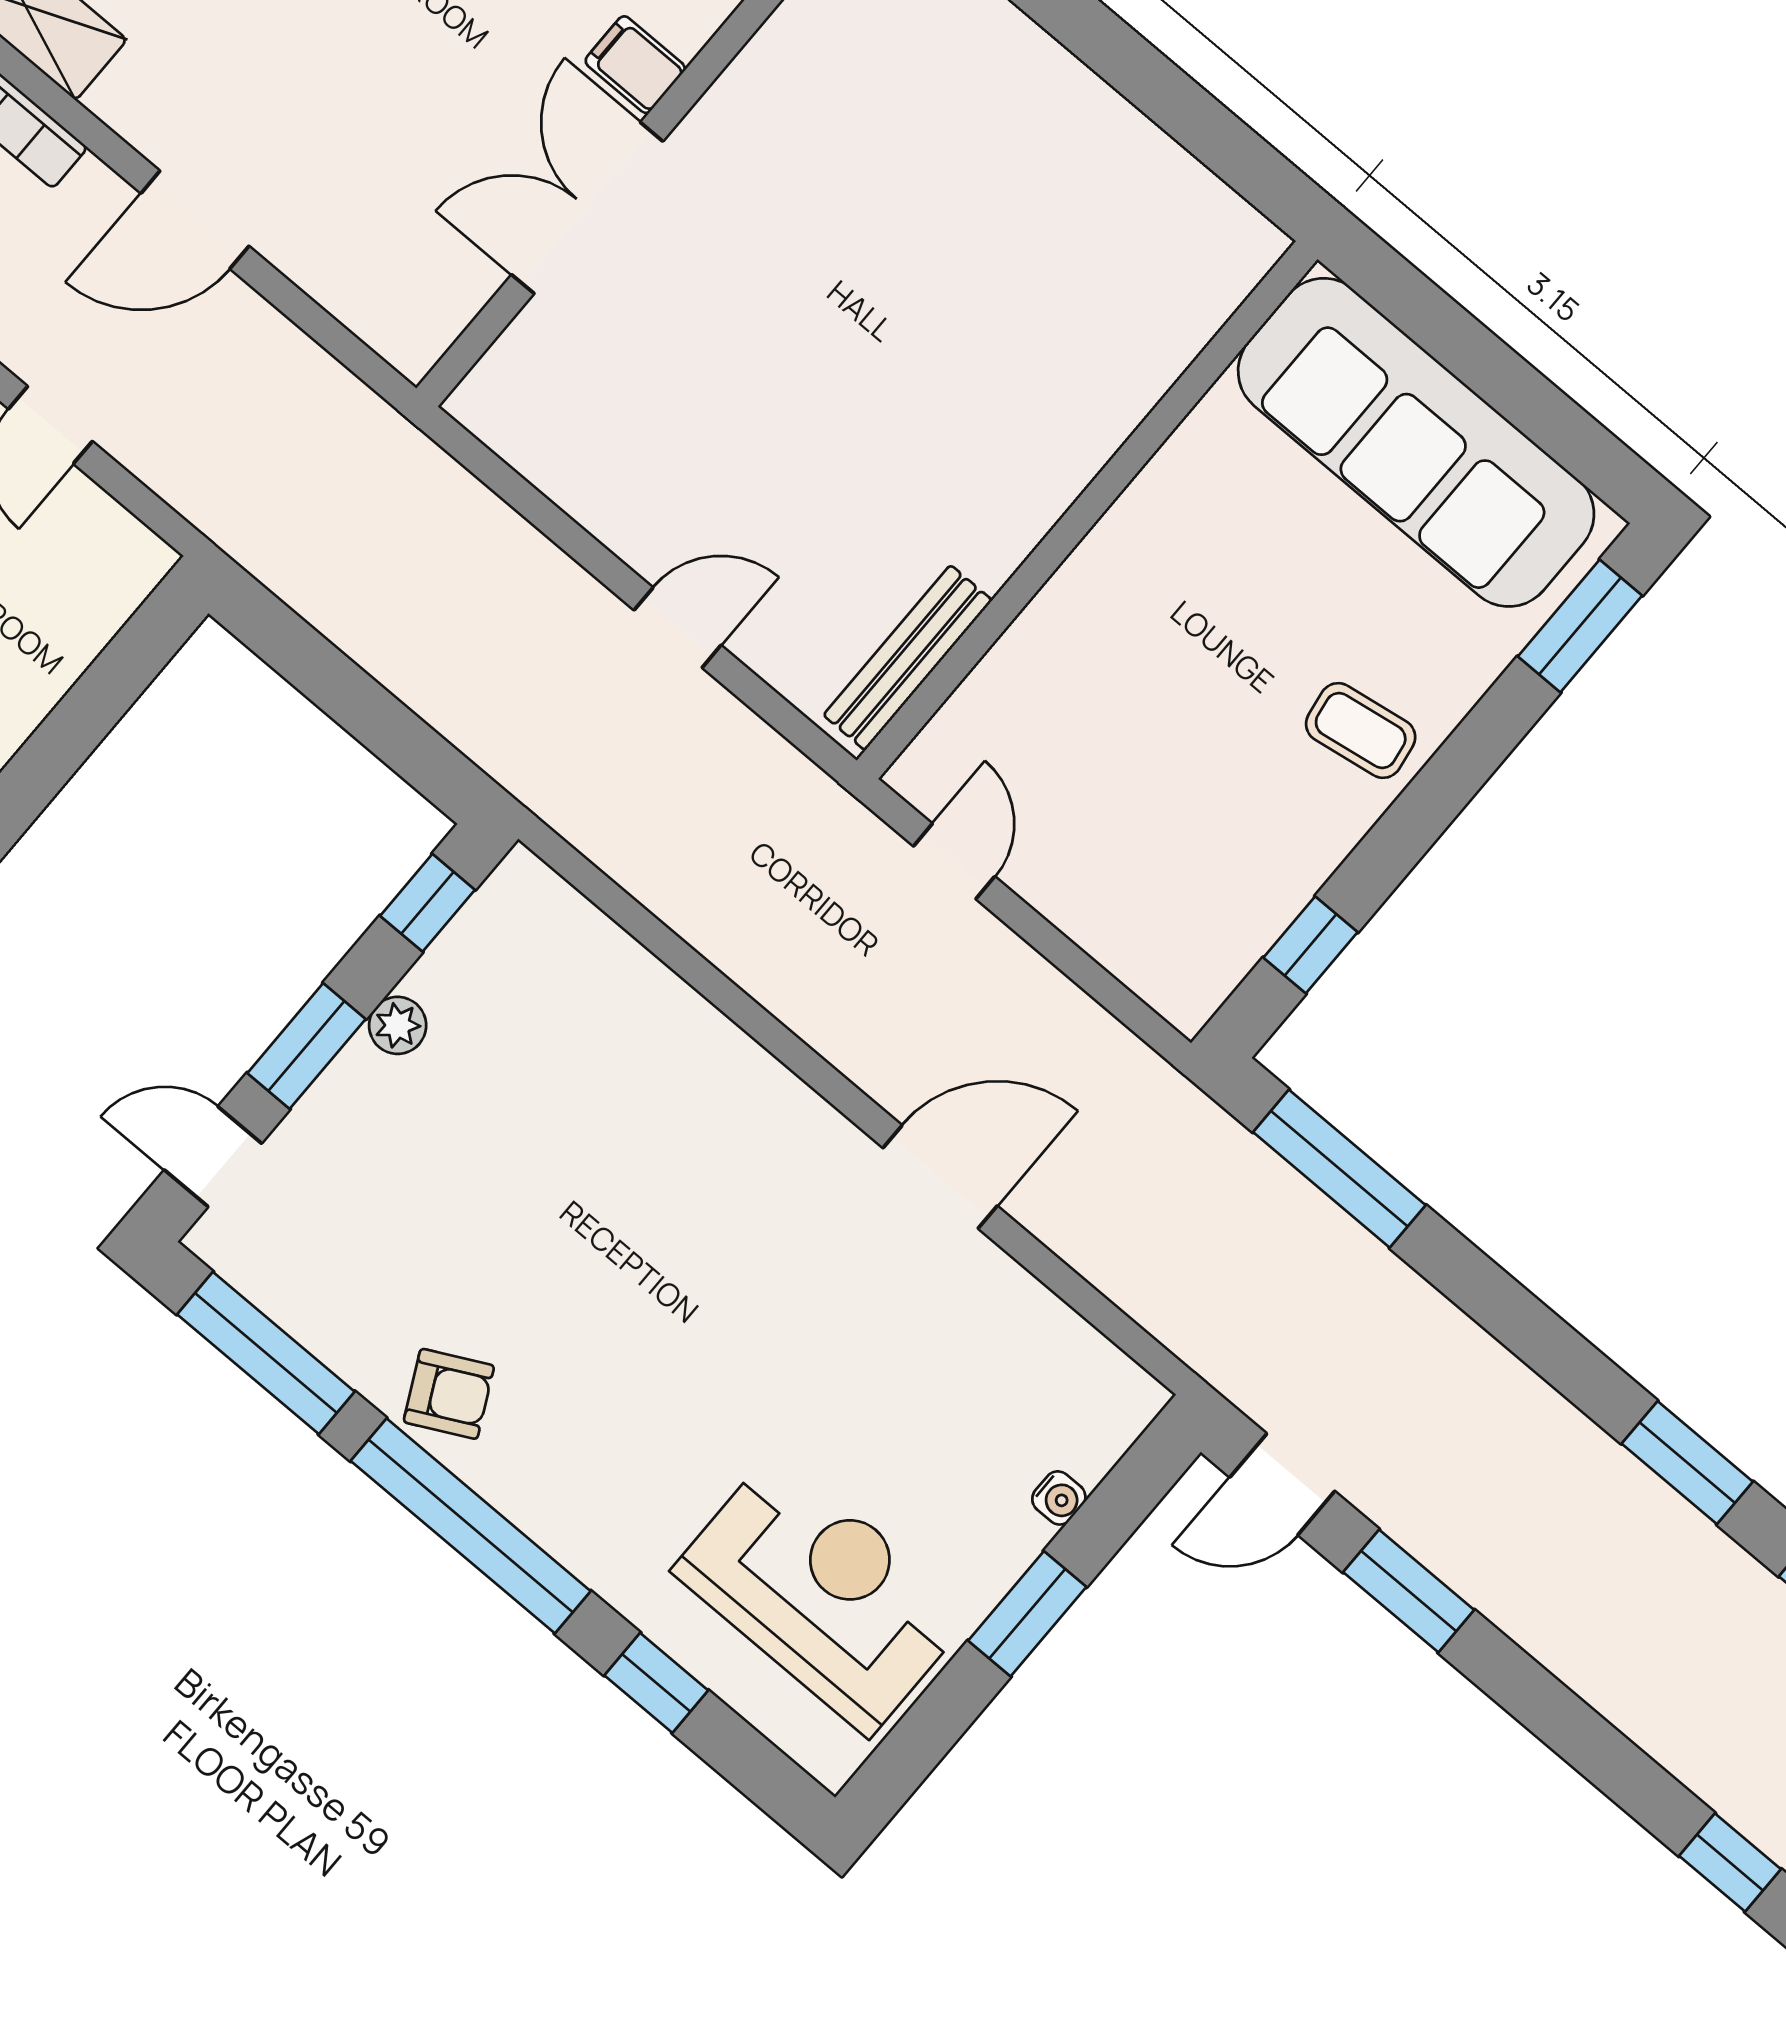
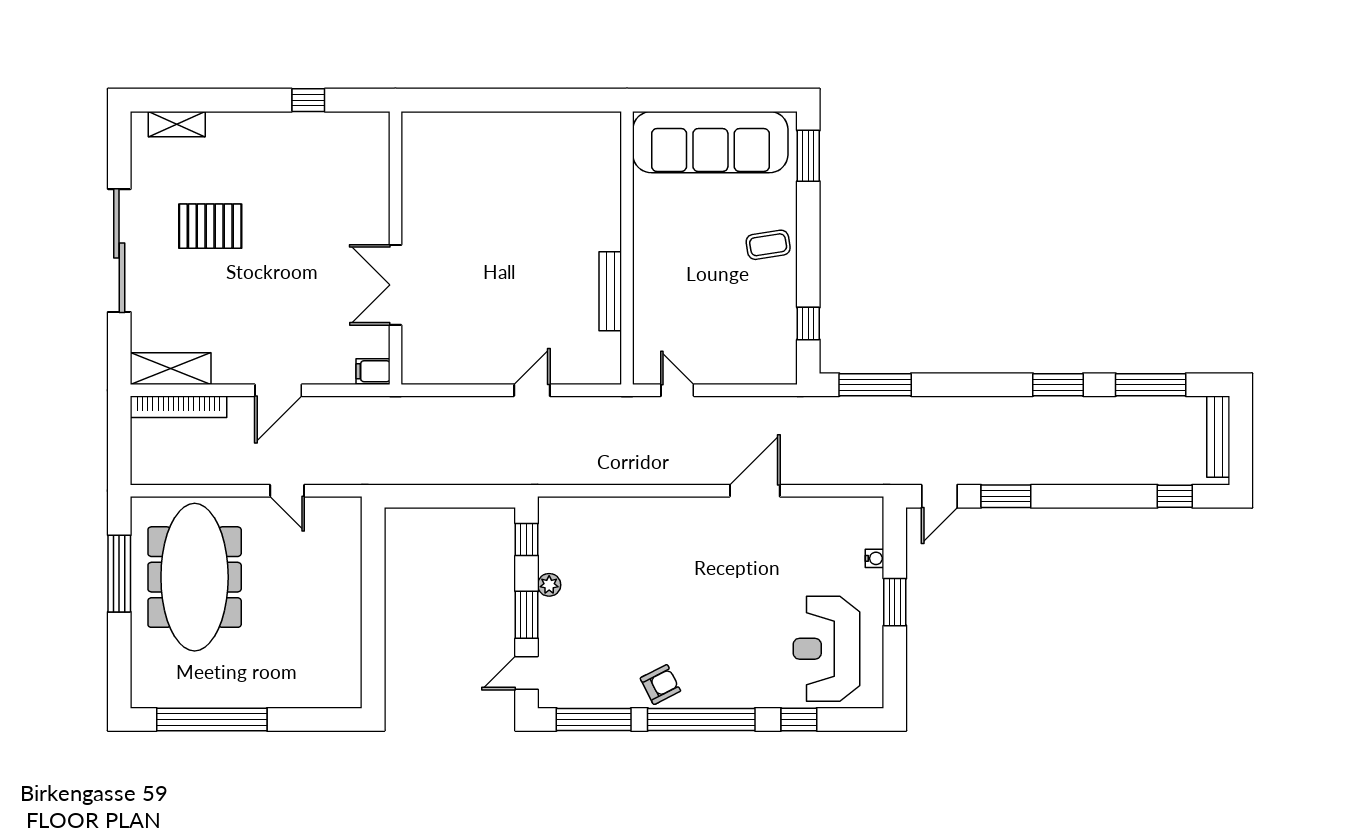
filing cabinet: (635, 65) -> (373, 371), moved
bench: (908, 658) -> (610, 291), moved
reception desk: (822, 1593) -> (826, 649), turned -90

